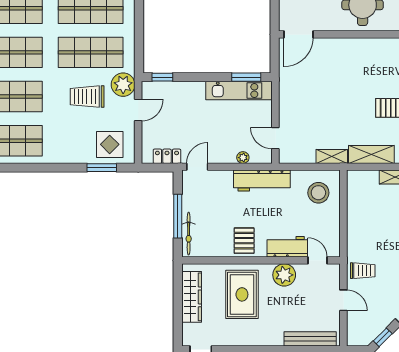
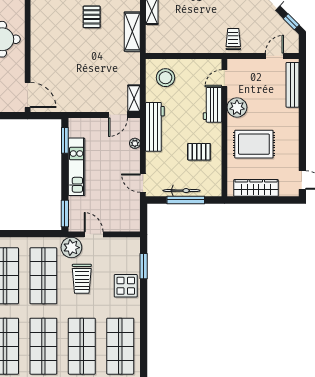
window: (162, 77) -> (65, 213), width x1.50
kitchen unit: (239, 91) -> (77, 167), moved
display table: (110, 144) -> (126, 286), moved
locker: (167, 156) -> (134, 209), removed
shelving: (332, 156) -> (134, 98), moved
bicycle: (189, 234) -> (182, 191), moved
pallet: (244, 241) -> (199, 152), moved
door: (343, 300) -> (274, 56), moved

